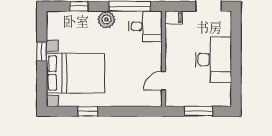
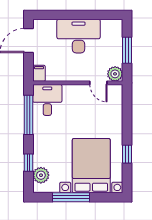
plant: (106, 20) -> (41, 175), moved
window: (42, 52) -> (71, 197), width x2.17
plant: (173, 98) -> (115, 74), added

